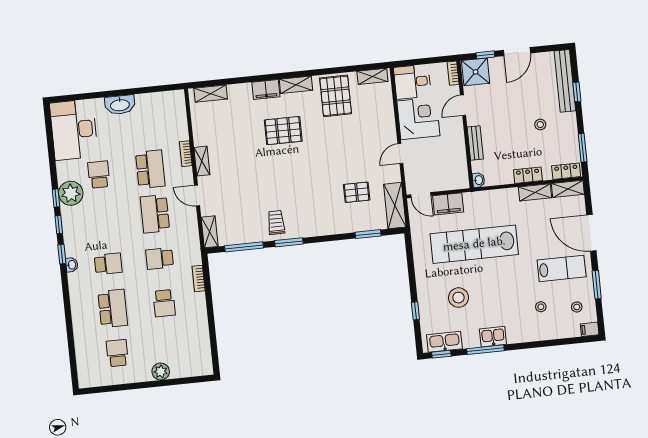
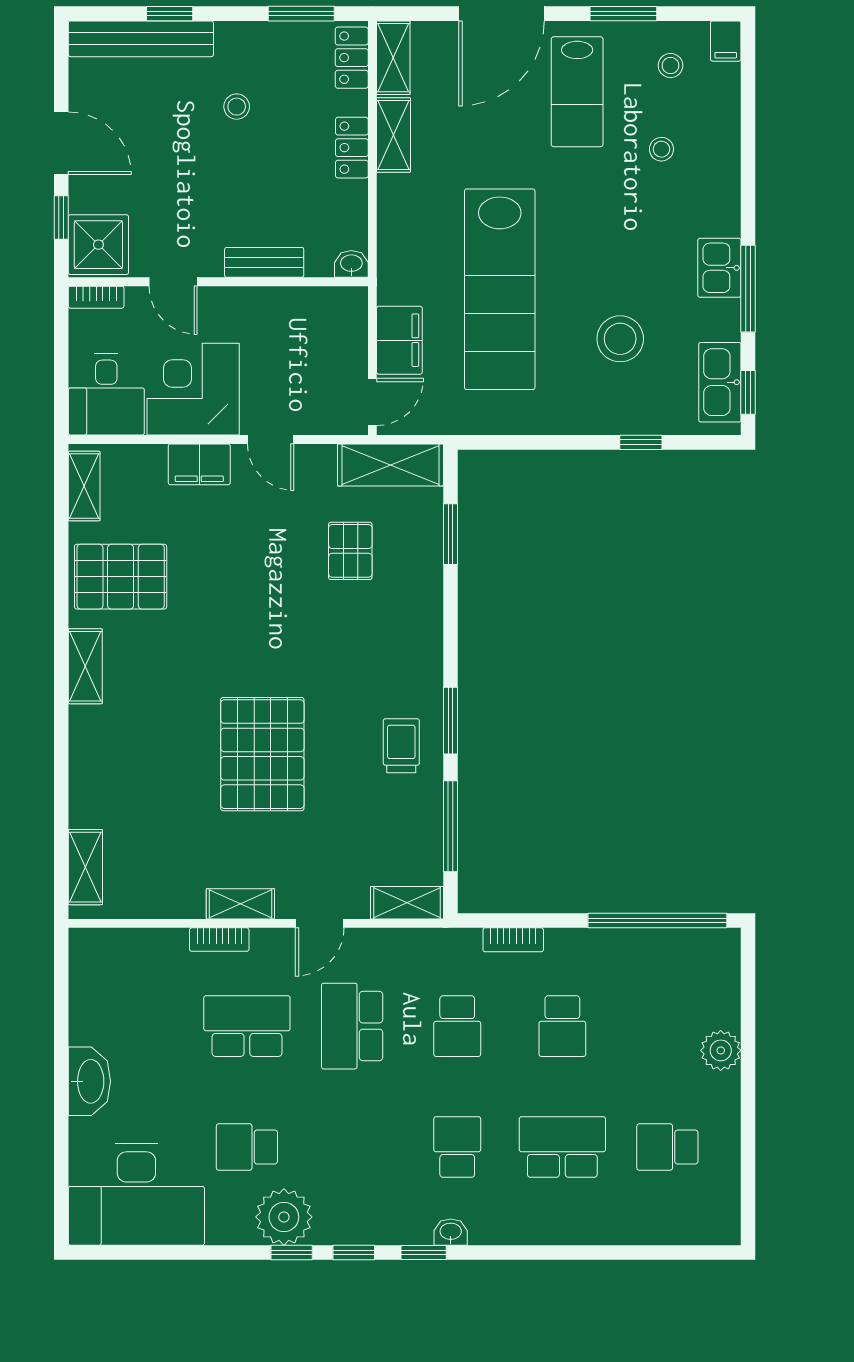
filing cabinet: (266, 89) -> (199, 464), moved, turned 90
pallet: (283, 131) -> (262, 754), moved, width x1.37, depth x1.41
school desk: (155, 214) -> (352, 1026), turned 90
trolley: (276, 222) -> (401, 746), turned 90
lab bench: (562, 268) -> (577, 92), turned 180
school desk: (164, 303) -> (562, 1026), turned 90
window: (213, 339) -> (657, 921), added

